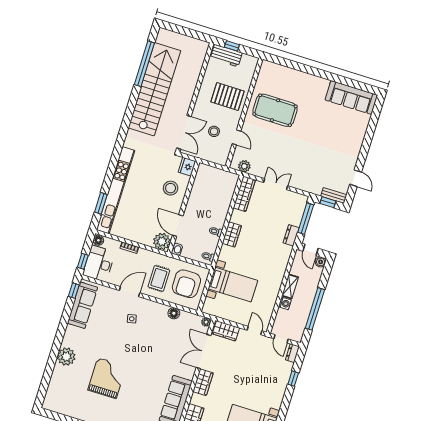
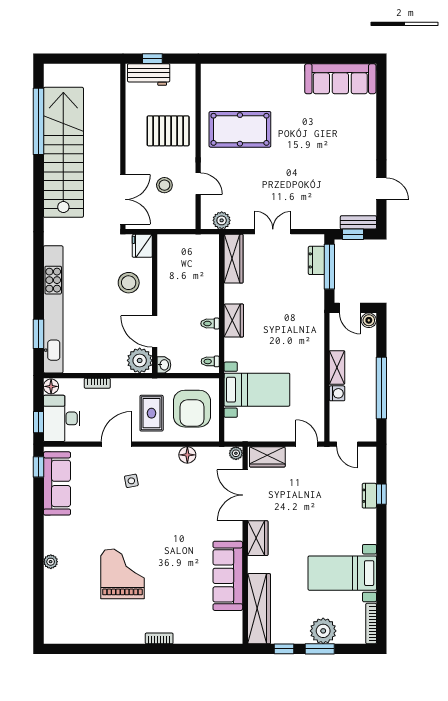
dresser: (291, 235) -> (316, 260), moved
dresser: (292, 353) -> (369, 496), moved
plant: (66, 357) -> (51, 562), width x0.53, depth x0.53

